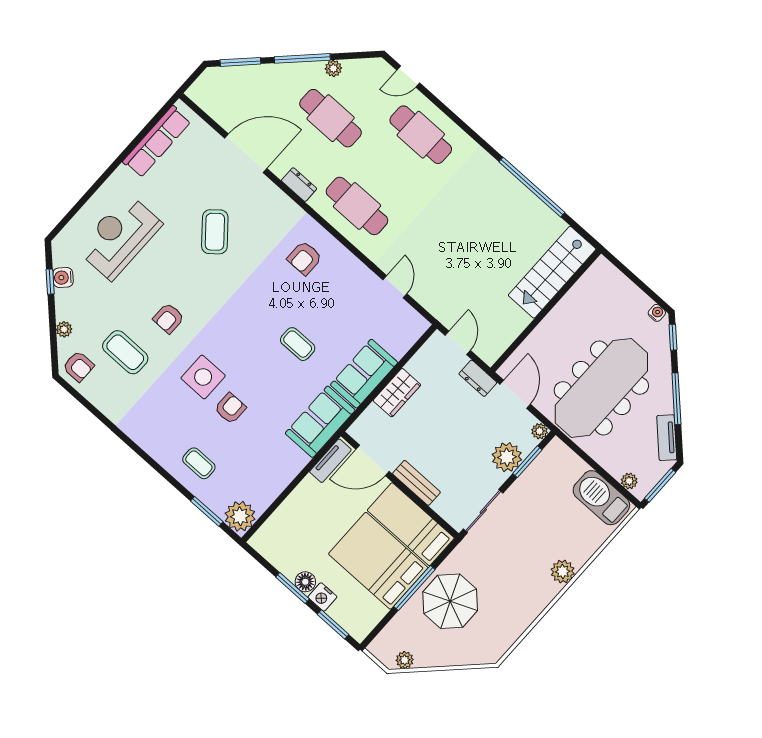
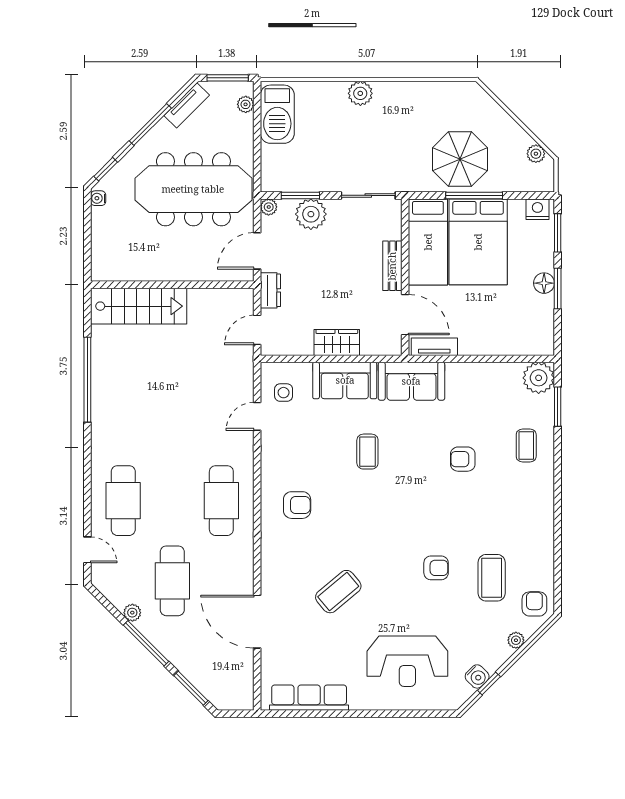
dresser: (299, 185) -> (245, 559), removed
side table: (203, 377) -> (284, 393), moved, width x0.54, depth x0.54
nightstand: (322, 597) -> (537, 209), moved, turned -90

